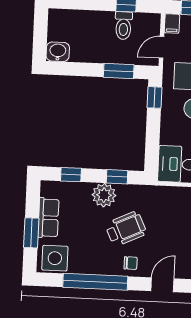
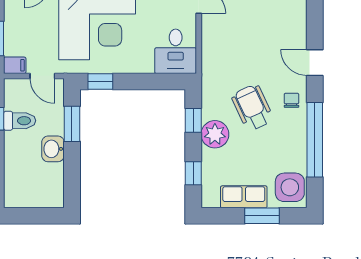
washbasin: (58, 52) -> (53, 149), moved

